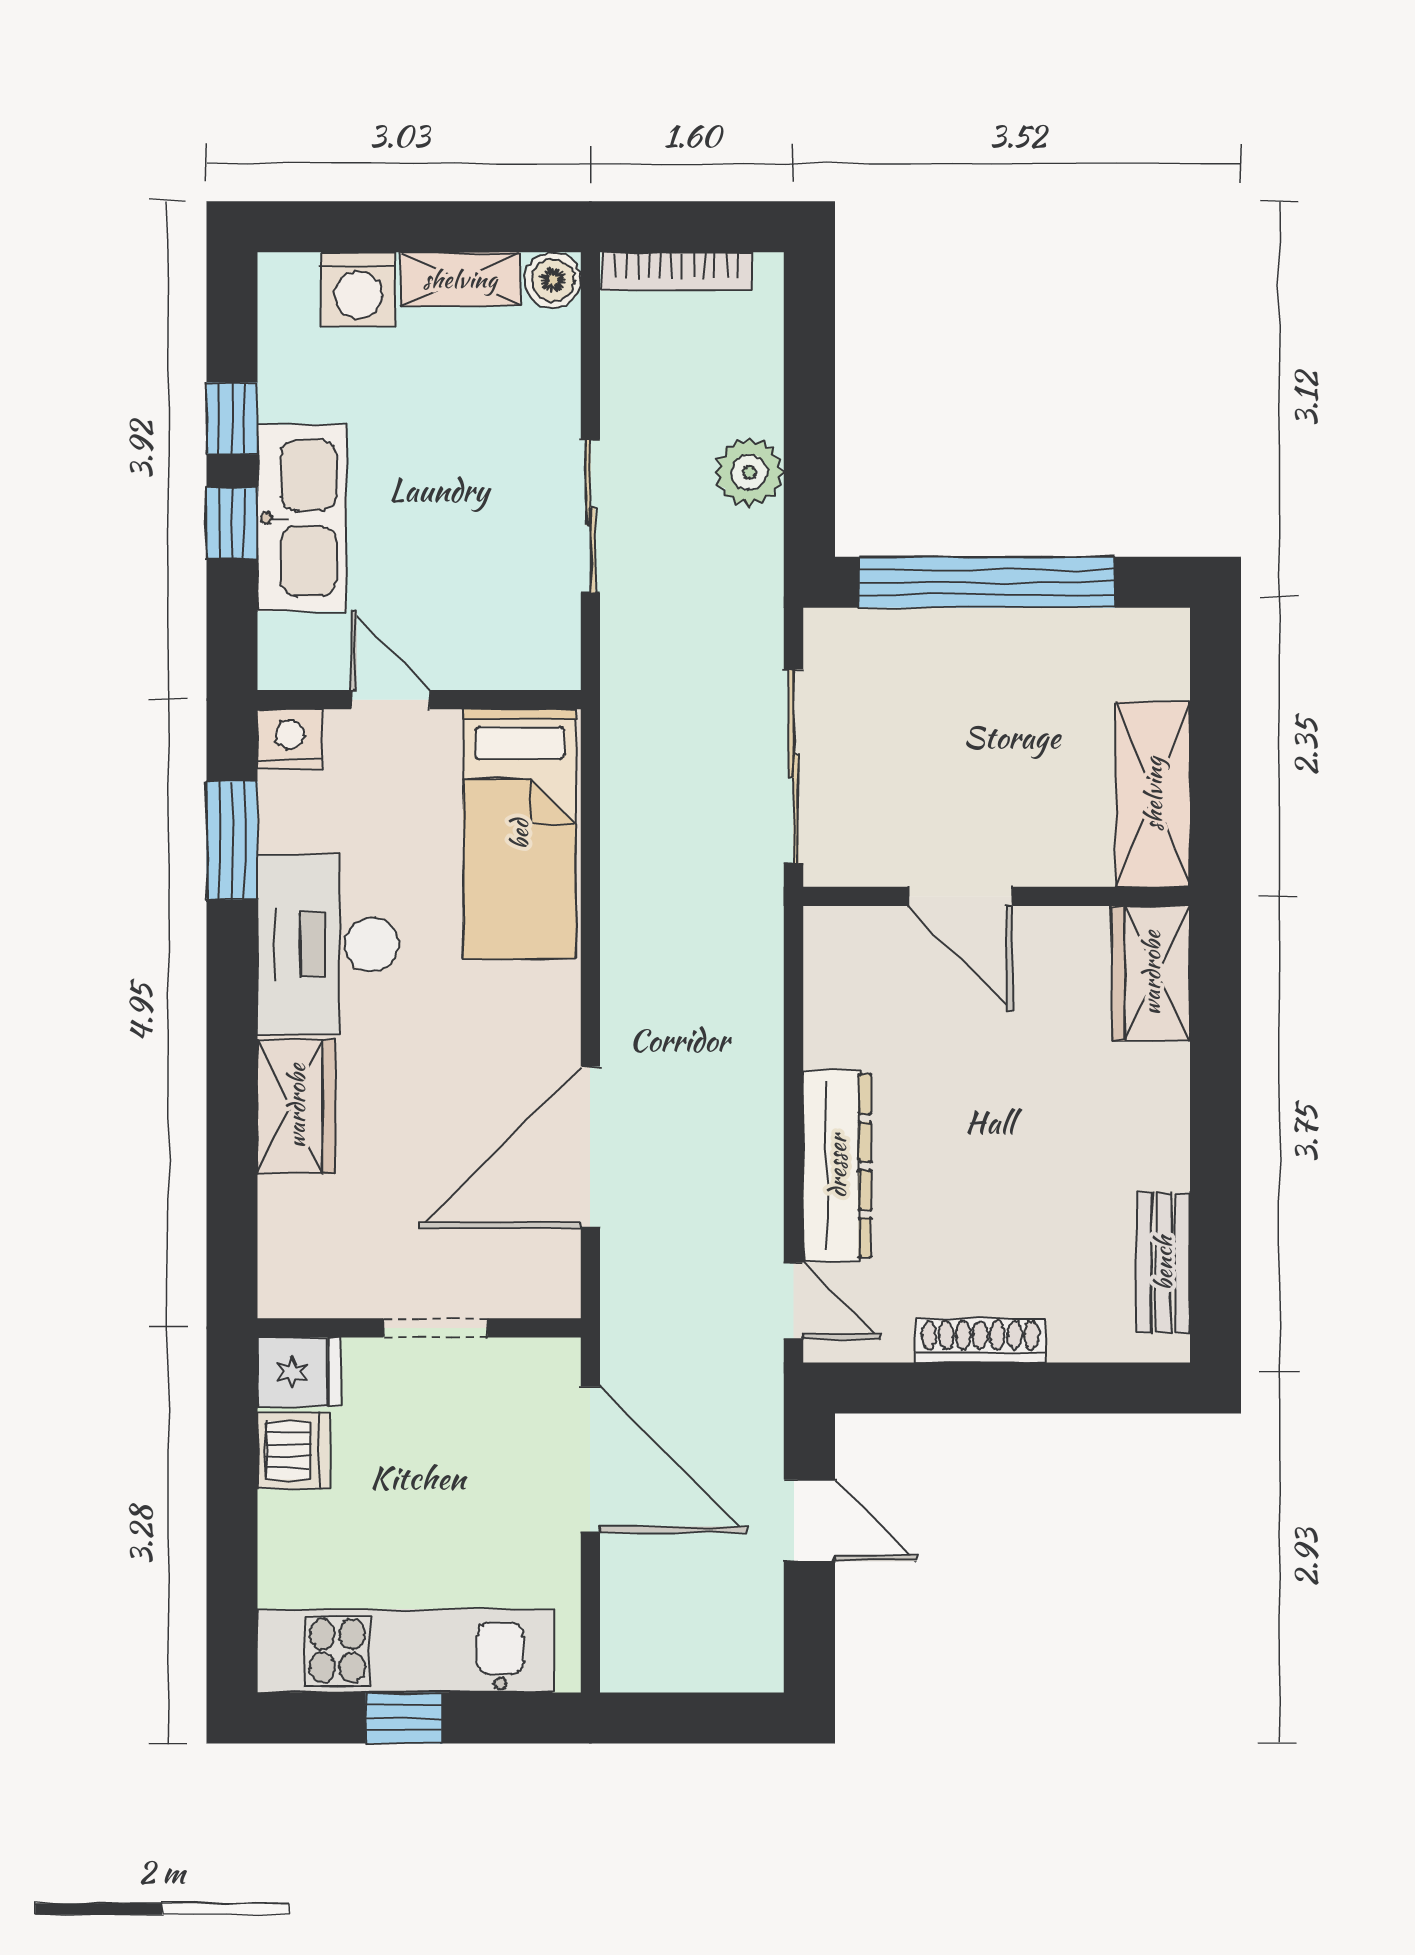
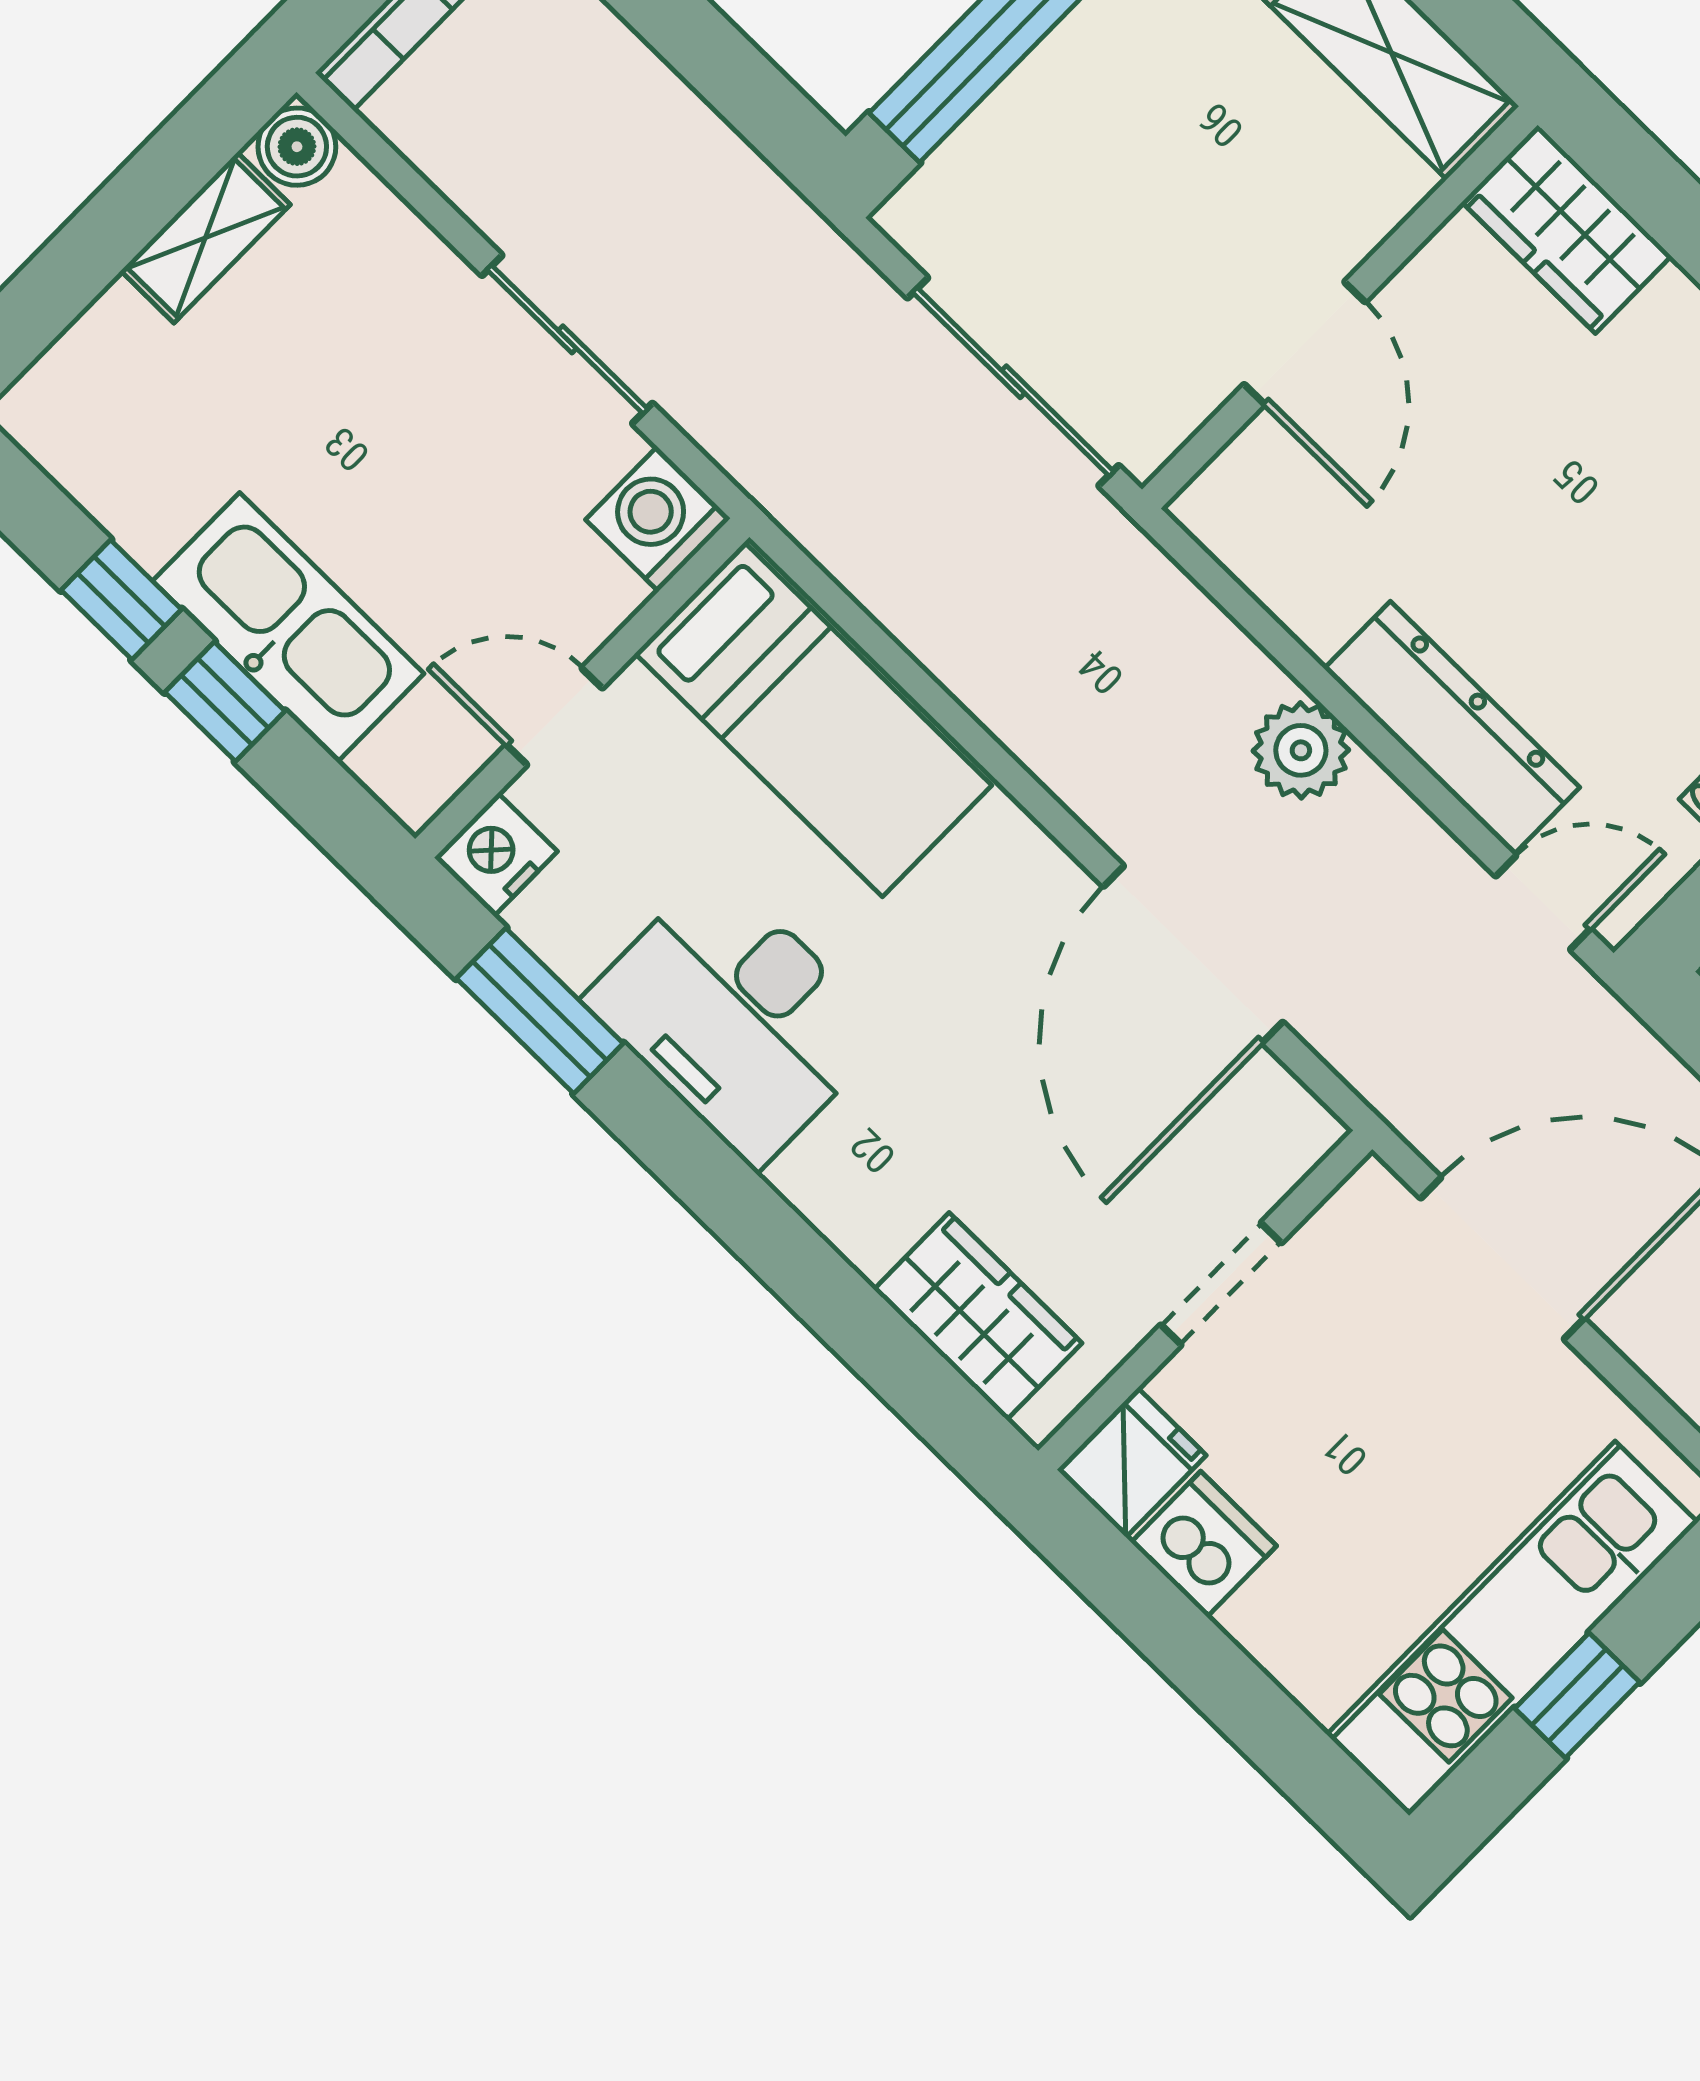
washing machine: (358, 289) -> (658, 519), moved, turned 180
plant: (749, 472) -> (1301, 750), moved
door: (960, 896) -> (1305, 343), hinge flipped
wardrobe: (296, 1106) -> (978, 1316), moved

